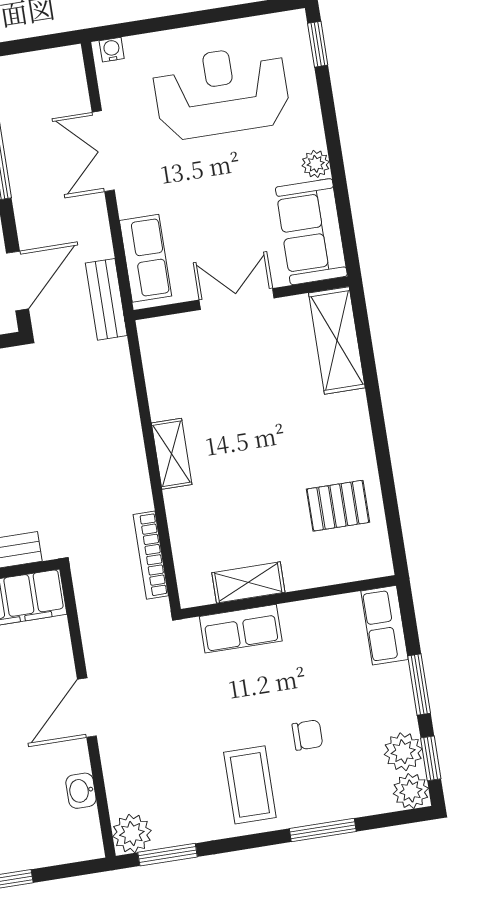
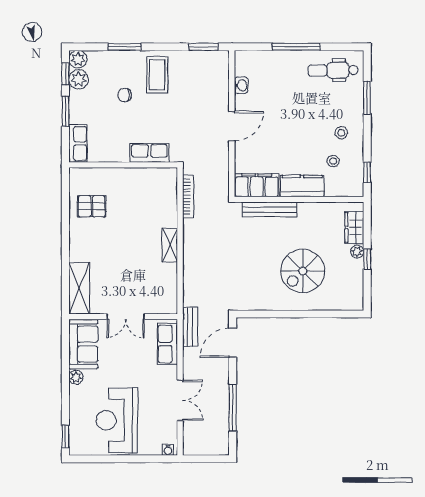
reception desk: (221, 92) -> (117, 420), turned 90
shelving: (248, 582) -> (142, 175), removed
plant: (132, 833) -> (219, 60), removed

